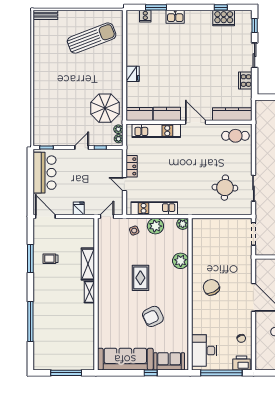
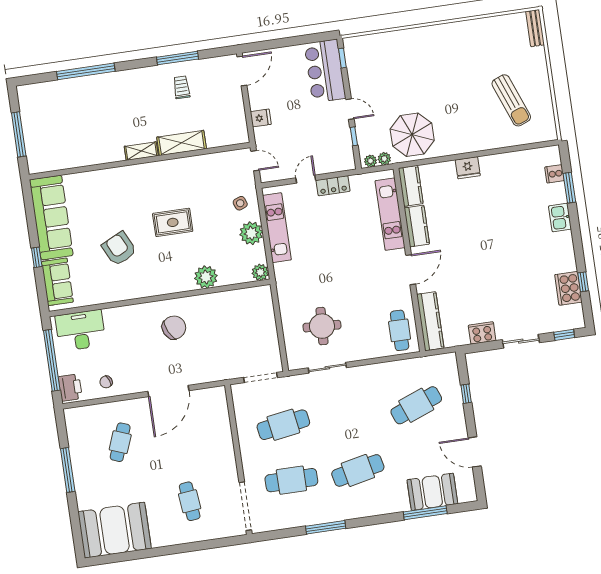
sun lounger: (92, 38) -> (511, 100), width x0.73, depth x0.75
bar counter: (44, 173) -> (325, 71), moved, turned 90

